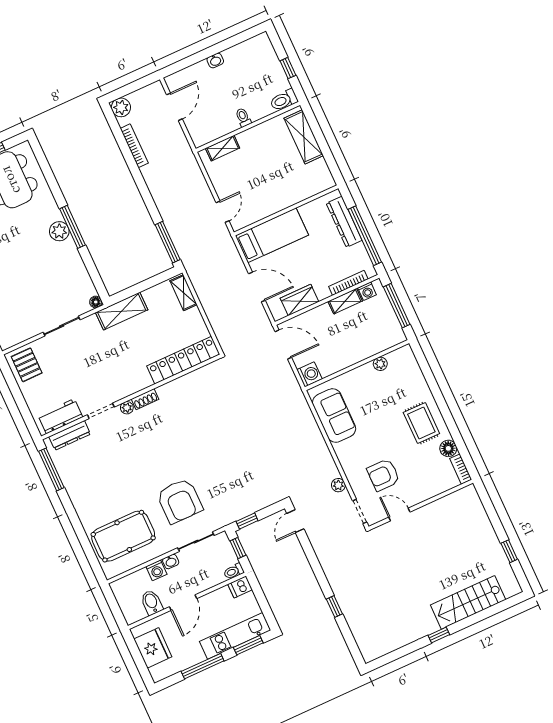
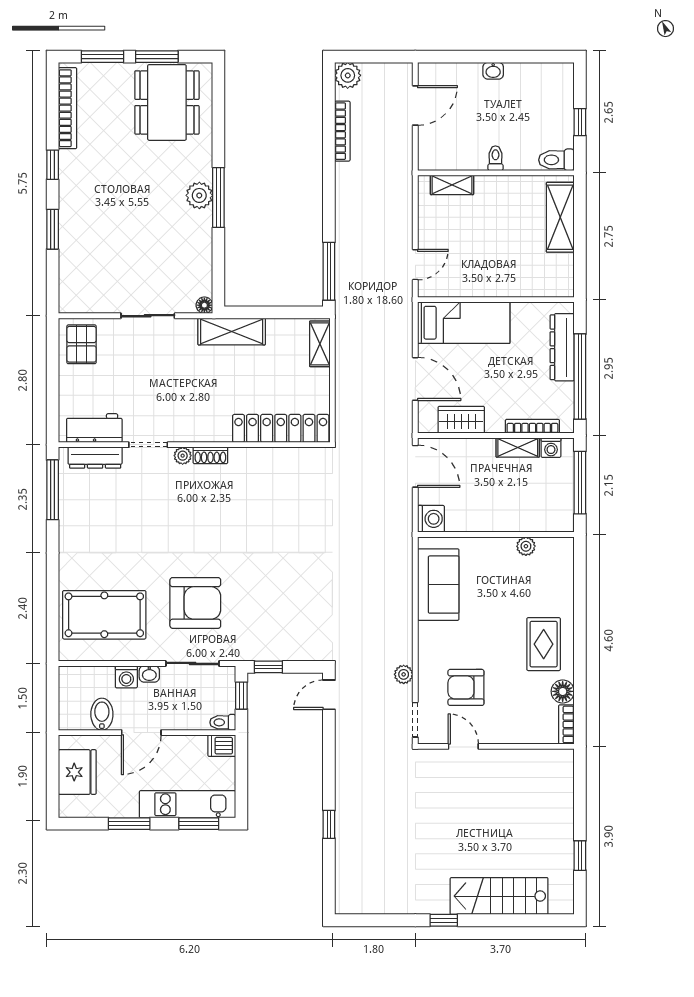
armchair: (180, 501) -> (195, 603), turned -90
window: (203, 666) -> (129, 824), width x0.69

